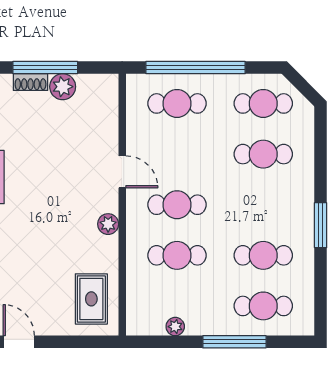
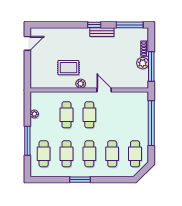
window: (45, 68) -> (151, 66), moved
cafe table: (177, 103) -> (89, 154), moved
door: (122, 172) -> (104, 90), swing flipped
rug: (91, 299) -> (68, 68), moved

